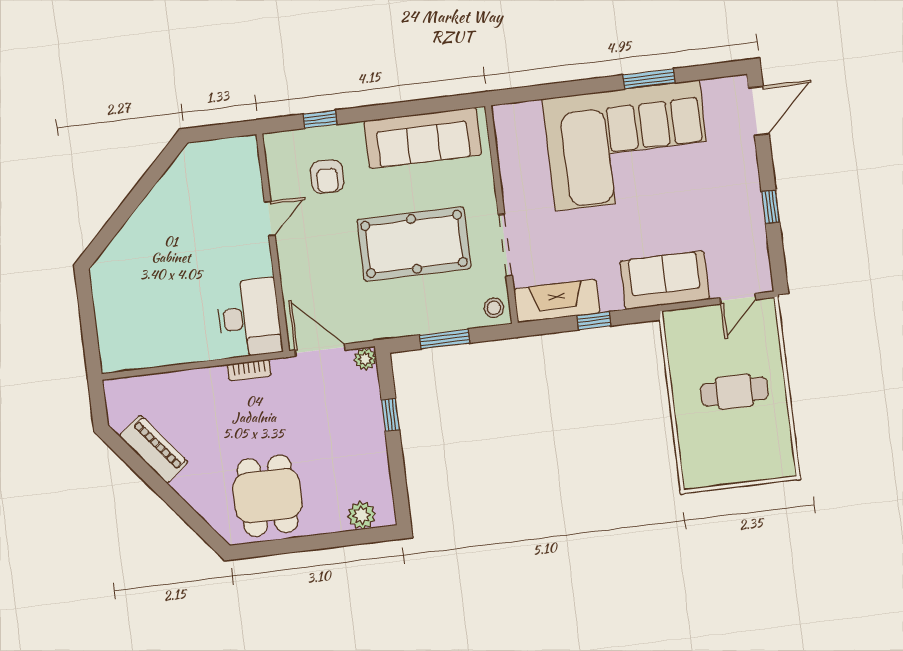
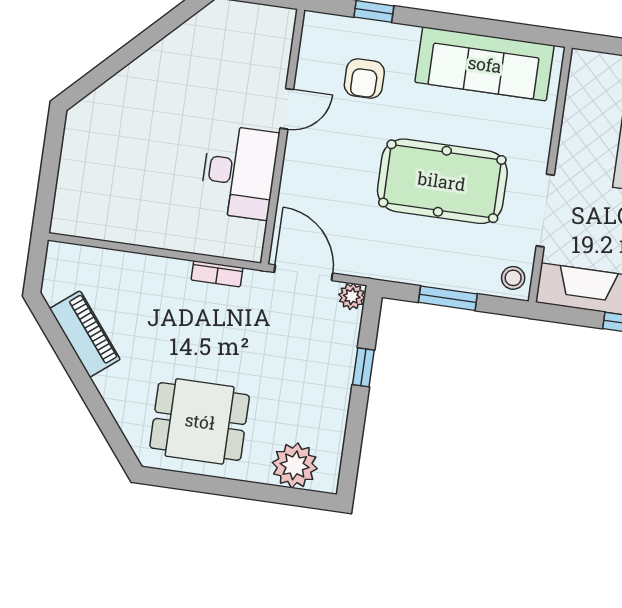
desk: (249, 318) -> (239, 172), moved
dining table: (268, 496) -> (200, 421), turned 90
plant: (361, 515) -> (295, 465), width x1.36, depth x1.36

